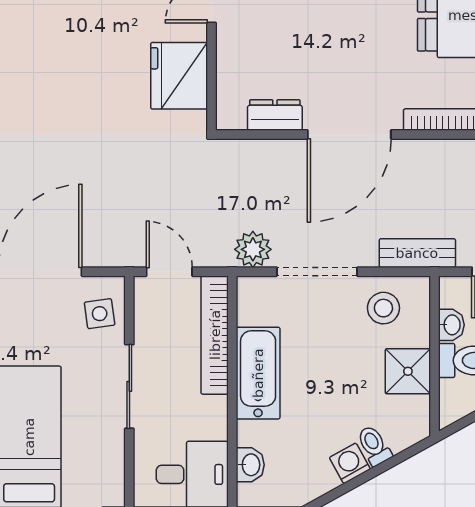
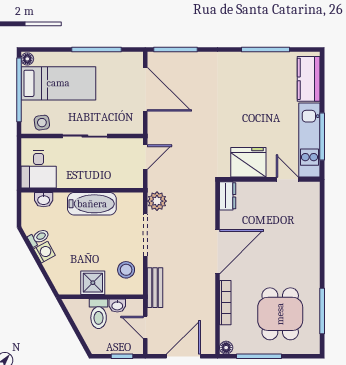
dresser: (275, 115) -> (228, 196), moved
door: (349, 134) -> (217, 252), swing flipped
side table: (100, 314) -> (42, 123), moved
bookcase: (215, 335) -> (112, 181), removed
toilet: (374, 446) -> (39, 237), moved

